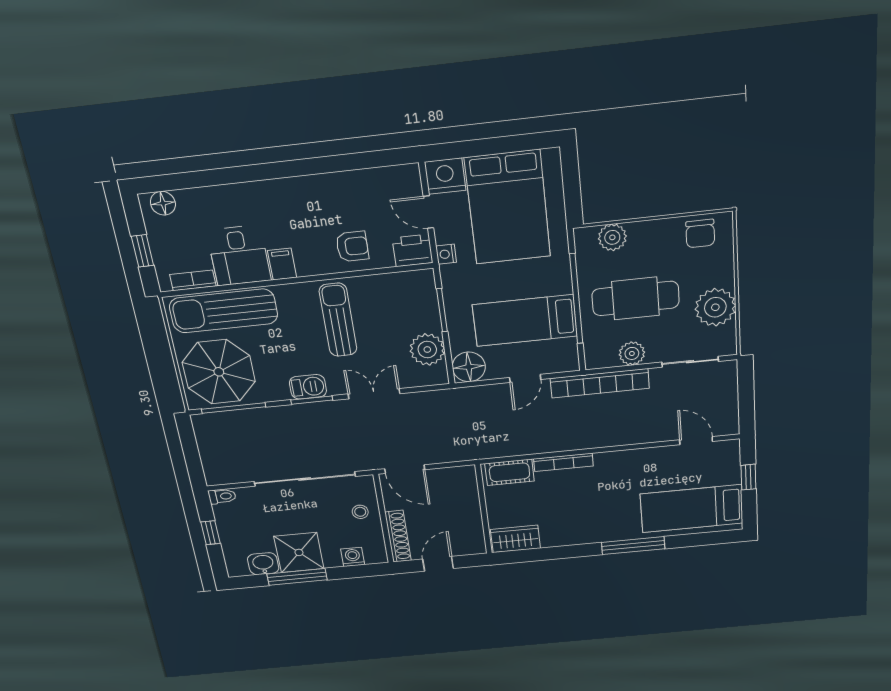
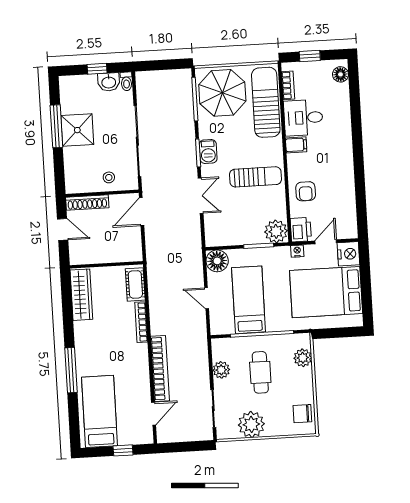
cafe table: (635, 298) -> (260, 372), width x0.73, depth x0.74
plant: (427, 350) -> (276, 231), moved
bookcase: (600, 383) -> (160, 368), moved, turned 180
wardrobe: (515, 539) -> (81, 295), width x1.50
washing machine: (353, 557) -> (72, 168), removed
washbasin: (263, 564) -> (109, 82), moved, turned 90

